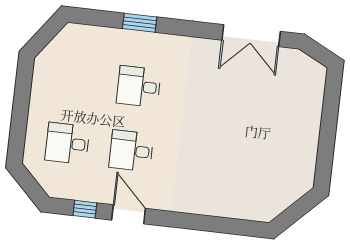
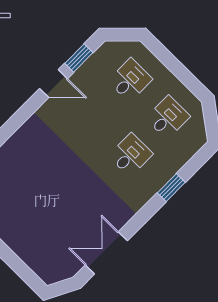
desk: (131, 151) -> (168, 117), moved
window: (85, 209) -> (79, 58), width x1.50

